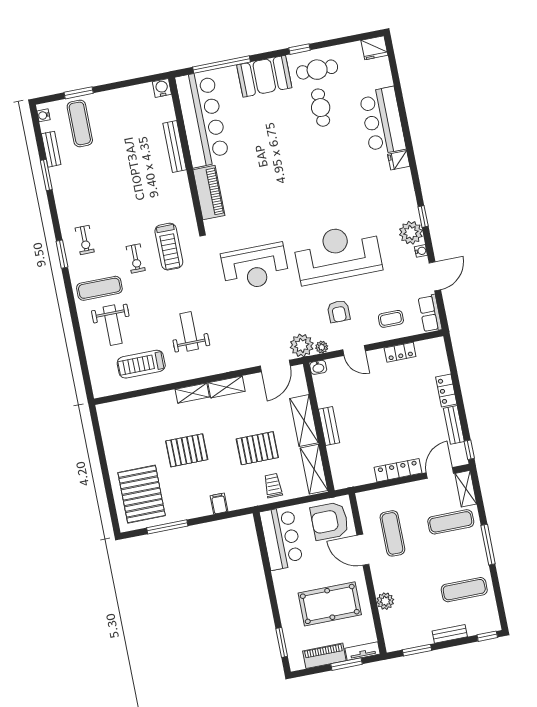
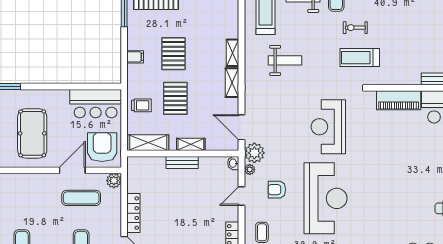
shelving: (304, 421) -> (191, 144), width x0.67, depth x0.75
pallet: (187, 450) -> (173, 54), moved
plant: (385, 601) -> (114, 181), moved

